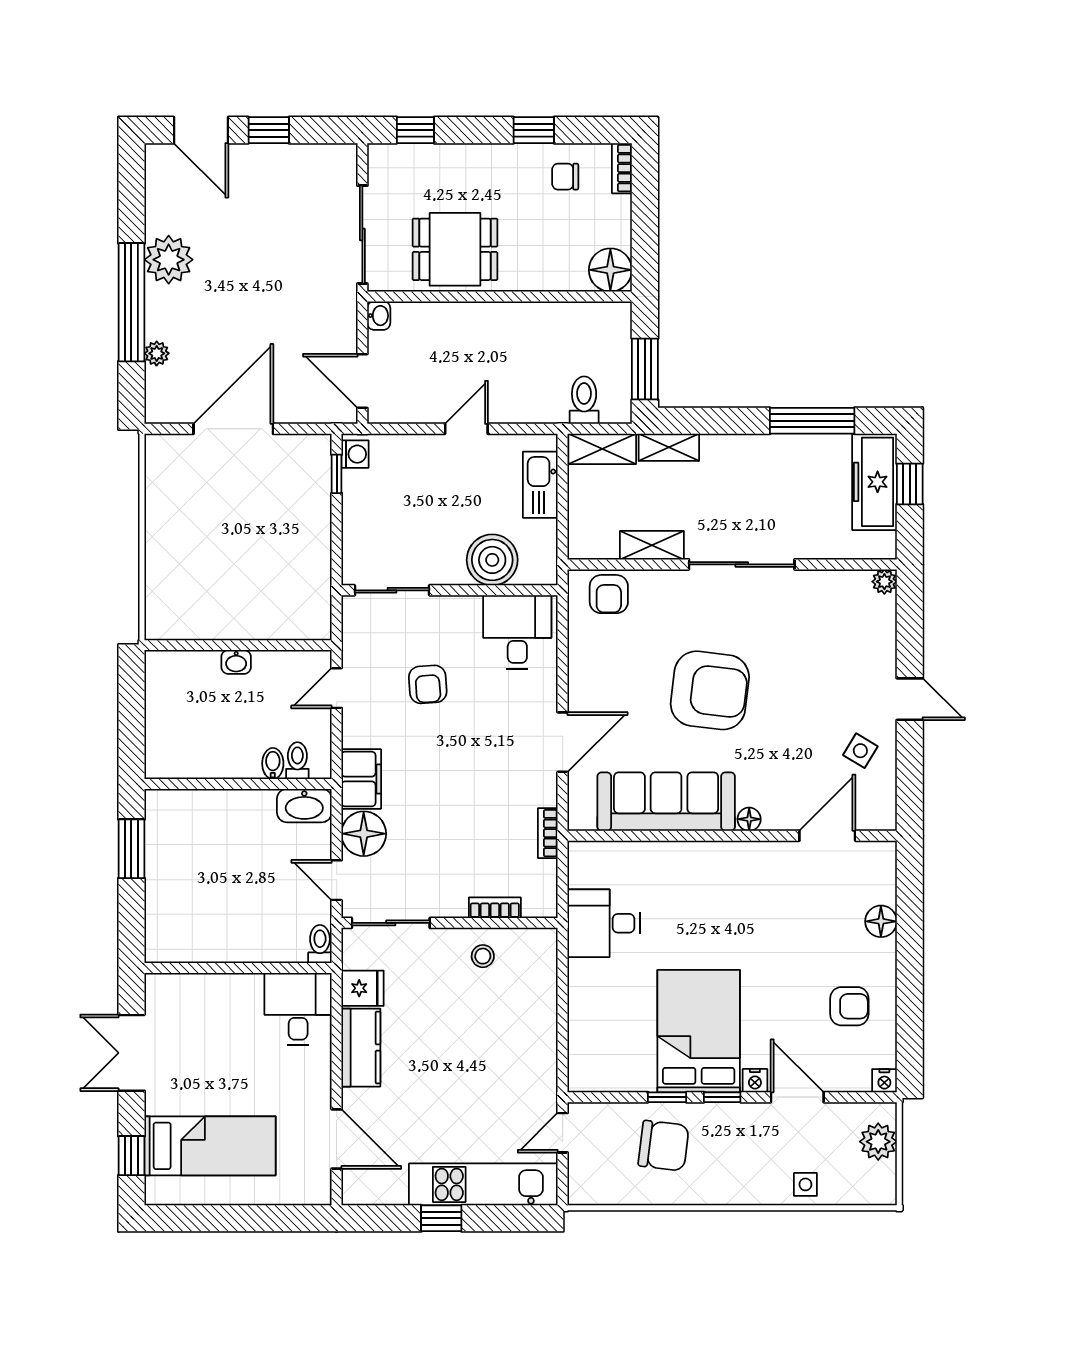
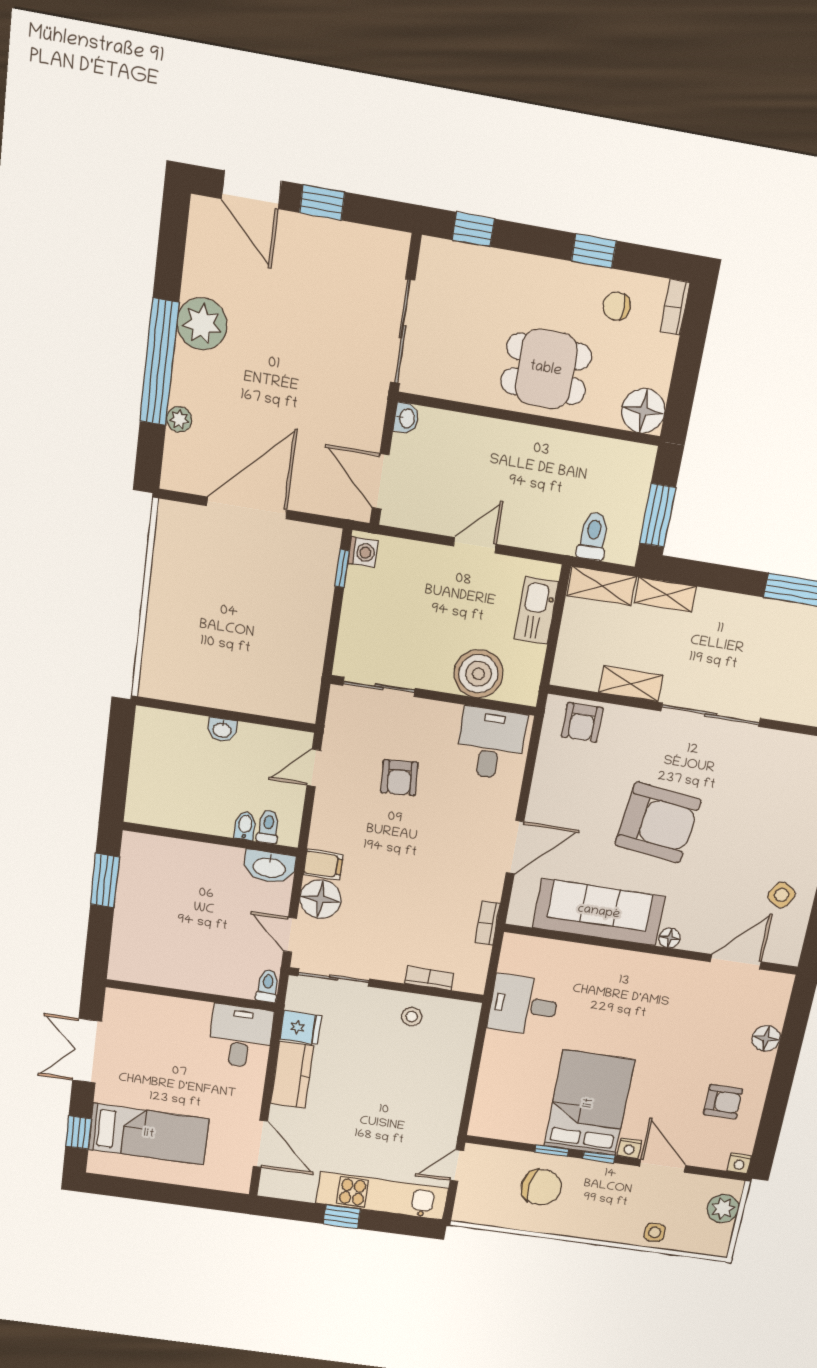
dining table: (455, 249) -> (546, 369), moved
filing cabinet: (361, 779) -> (323, 865), width x0.50

